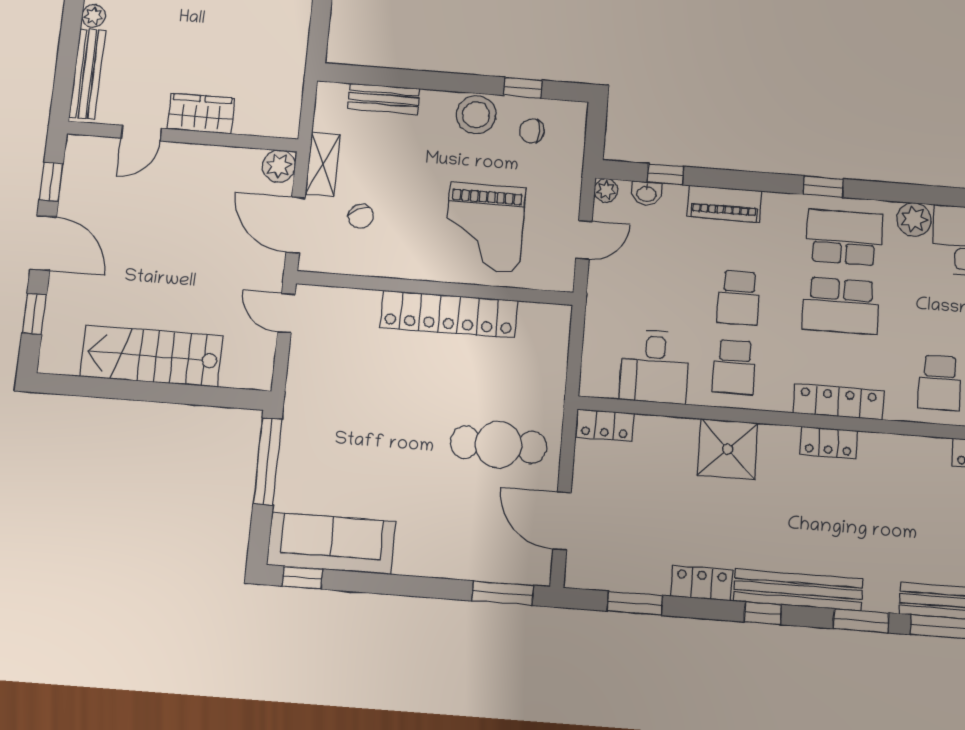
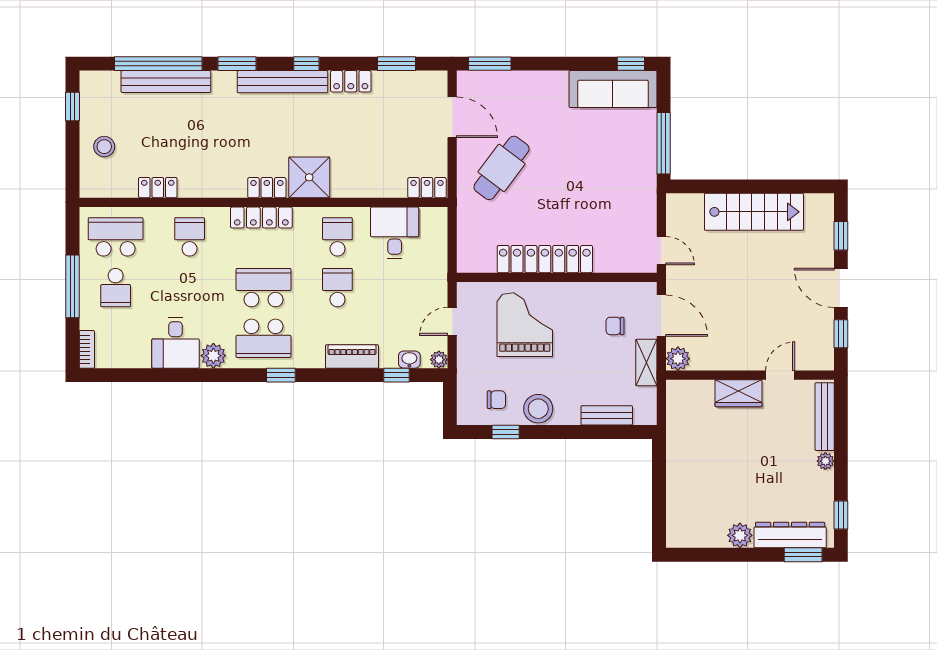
chair: (361, 216) -> (615, 326), turned -61
cafe table: (498, 445) -> (502, 168), turned -53
shower: (728, 449) -> (309, 177), moved

